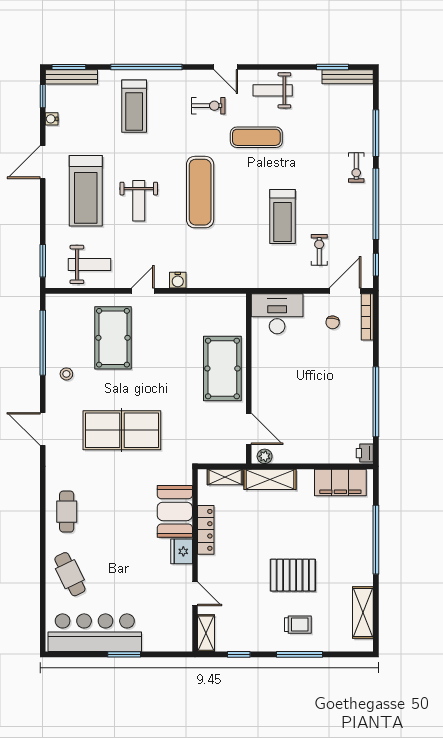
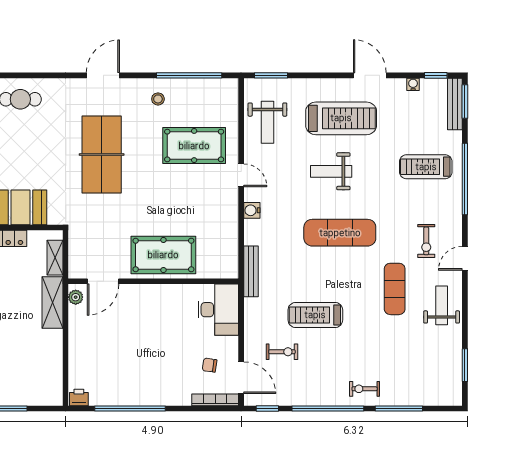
bench: (348, 77) -> (251, 271), moved
treadmill: (86, 191) -> (341, 118), turned 180
filing cabinet: (340, 482) -> (50, 373), removed

